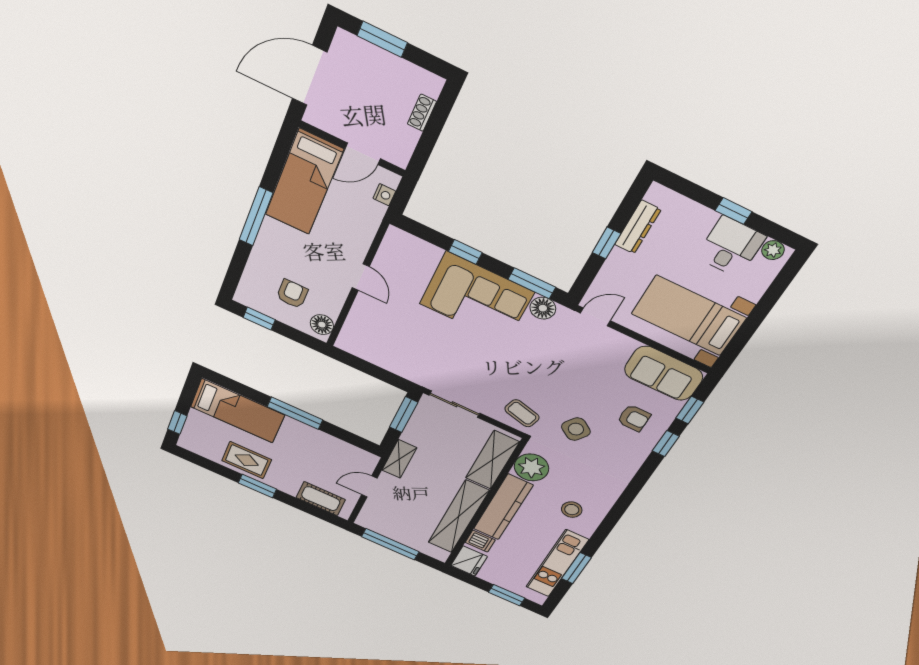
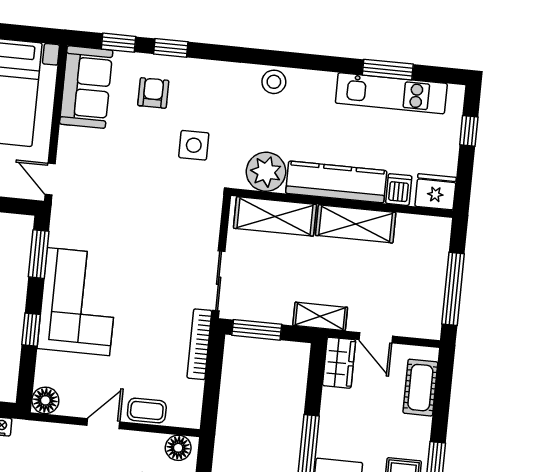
floor lamp: (543, 308) -> (45, 400), moved
bookcase: (406, 372) -> (199, 344), added
coffee table: (522, 413) -> (147, 410), moved, turned 75
side table: (576, 429) -> (194, 145), turned -35
wardrobe: (358, 457) -> (339, 363), added
stool: (572, 510) -> (274, 82), moved
shelving: (458, 517) -> (356, 224), width x0.68
window: (507, 595) -> (469, 131), width x0.67

